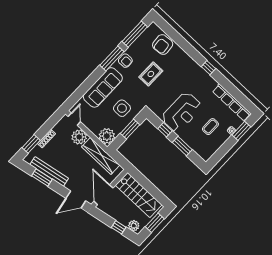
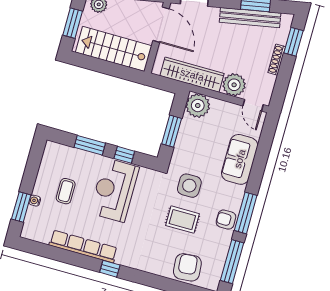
rug: (151, 74) -> (182, 220), turned 90
sofa: (103, 87) -> (240, 159), width x0.73
row of seats: (232, 103) -> (83, 247), moved
side table: (122, 108) -> (189, 186), moved

